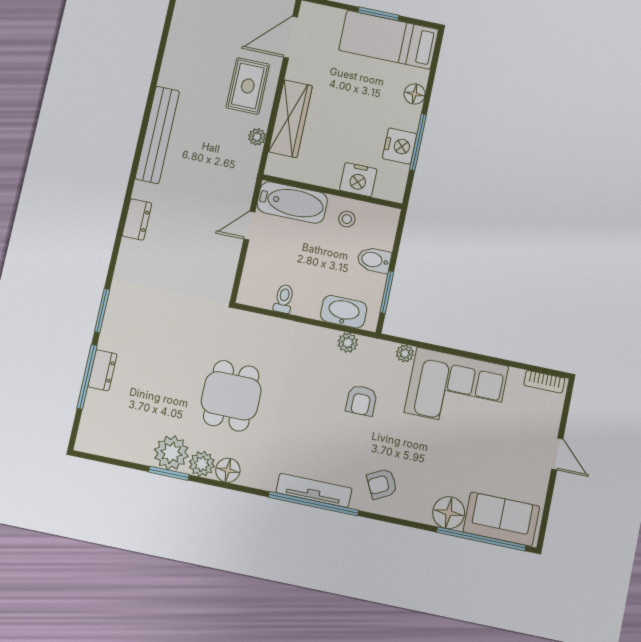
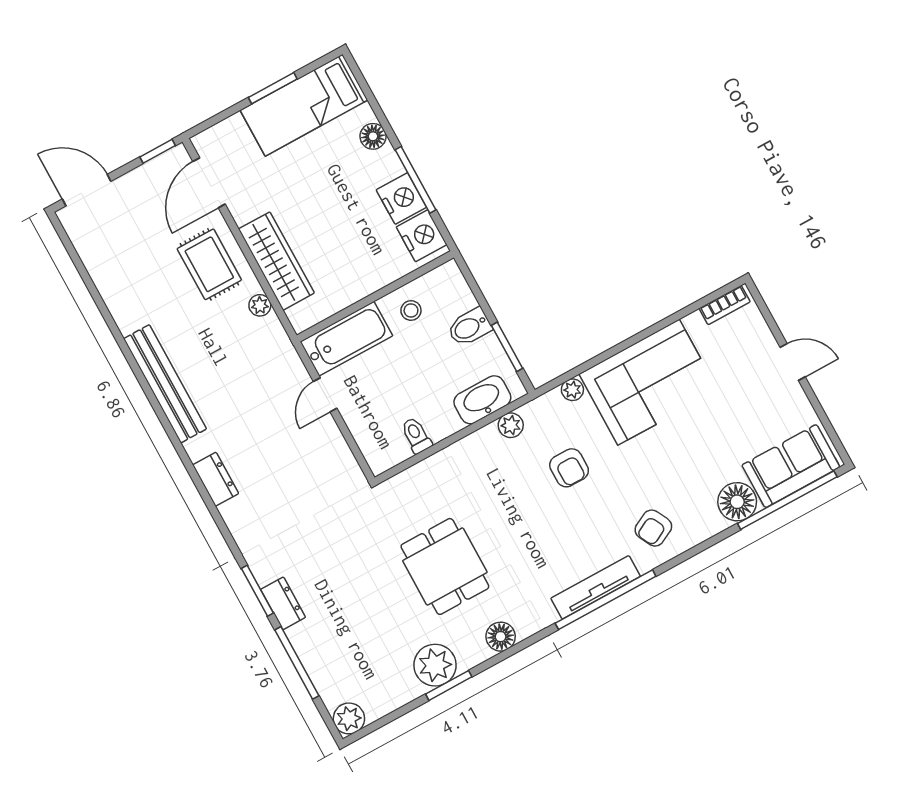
nightstand: (358, 180) -> (422, 236), moved, turned -90
dresser: (102, 370) -> (283, 603), moved
plant: (202, 464) -> (349, 718), moved

